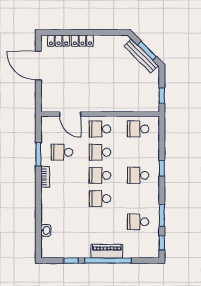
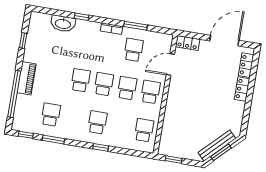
locker: (47, 101) -> (188, 43), added
window: (38, 208) -> (81, 17), added
washbasin: (46, 230) -> (63, 24), width x1.91, depth x1.45
window: (108, 261) -> (14, 94), moved

